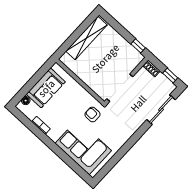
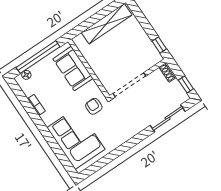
window: (32, 82) -> (38, 57), added
sofa: (46, 88) -> (73, 69), moved, turned 90

